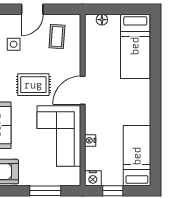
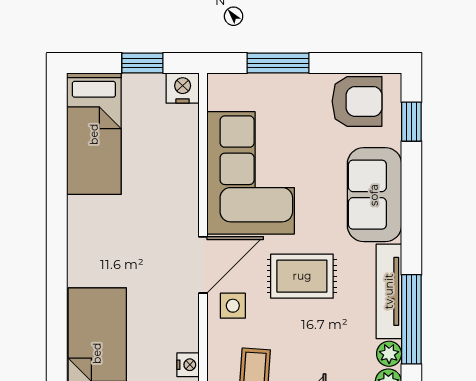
side table: (14, 44) -> (233, 306), moved
nightstand: (90, 140) -> (188, 365), moved

